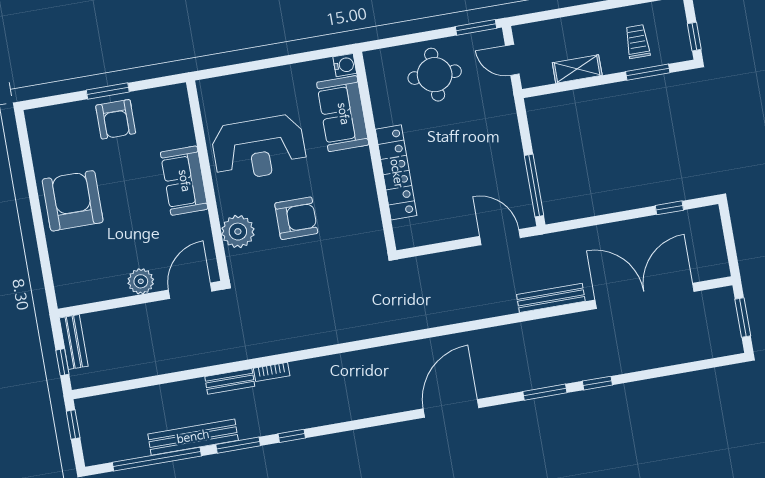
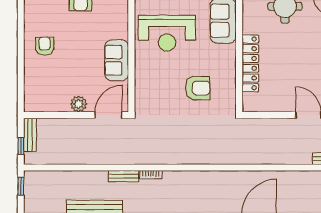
sofa: (184, 181) -> (117, 60), moved
armchair: (73, 201) -> (45, 46), width x0.53, depth x0.53
armchair: (296, 218) -> (198, 88), moved
plant: (238, 232) -> (145, 83), removed

